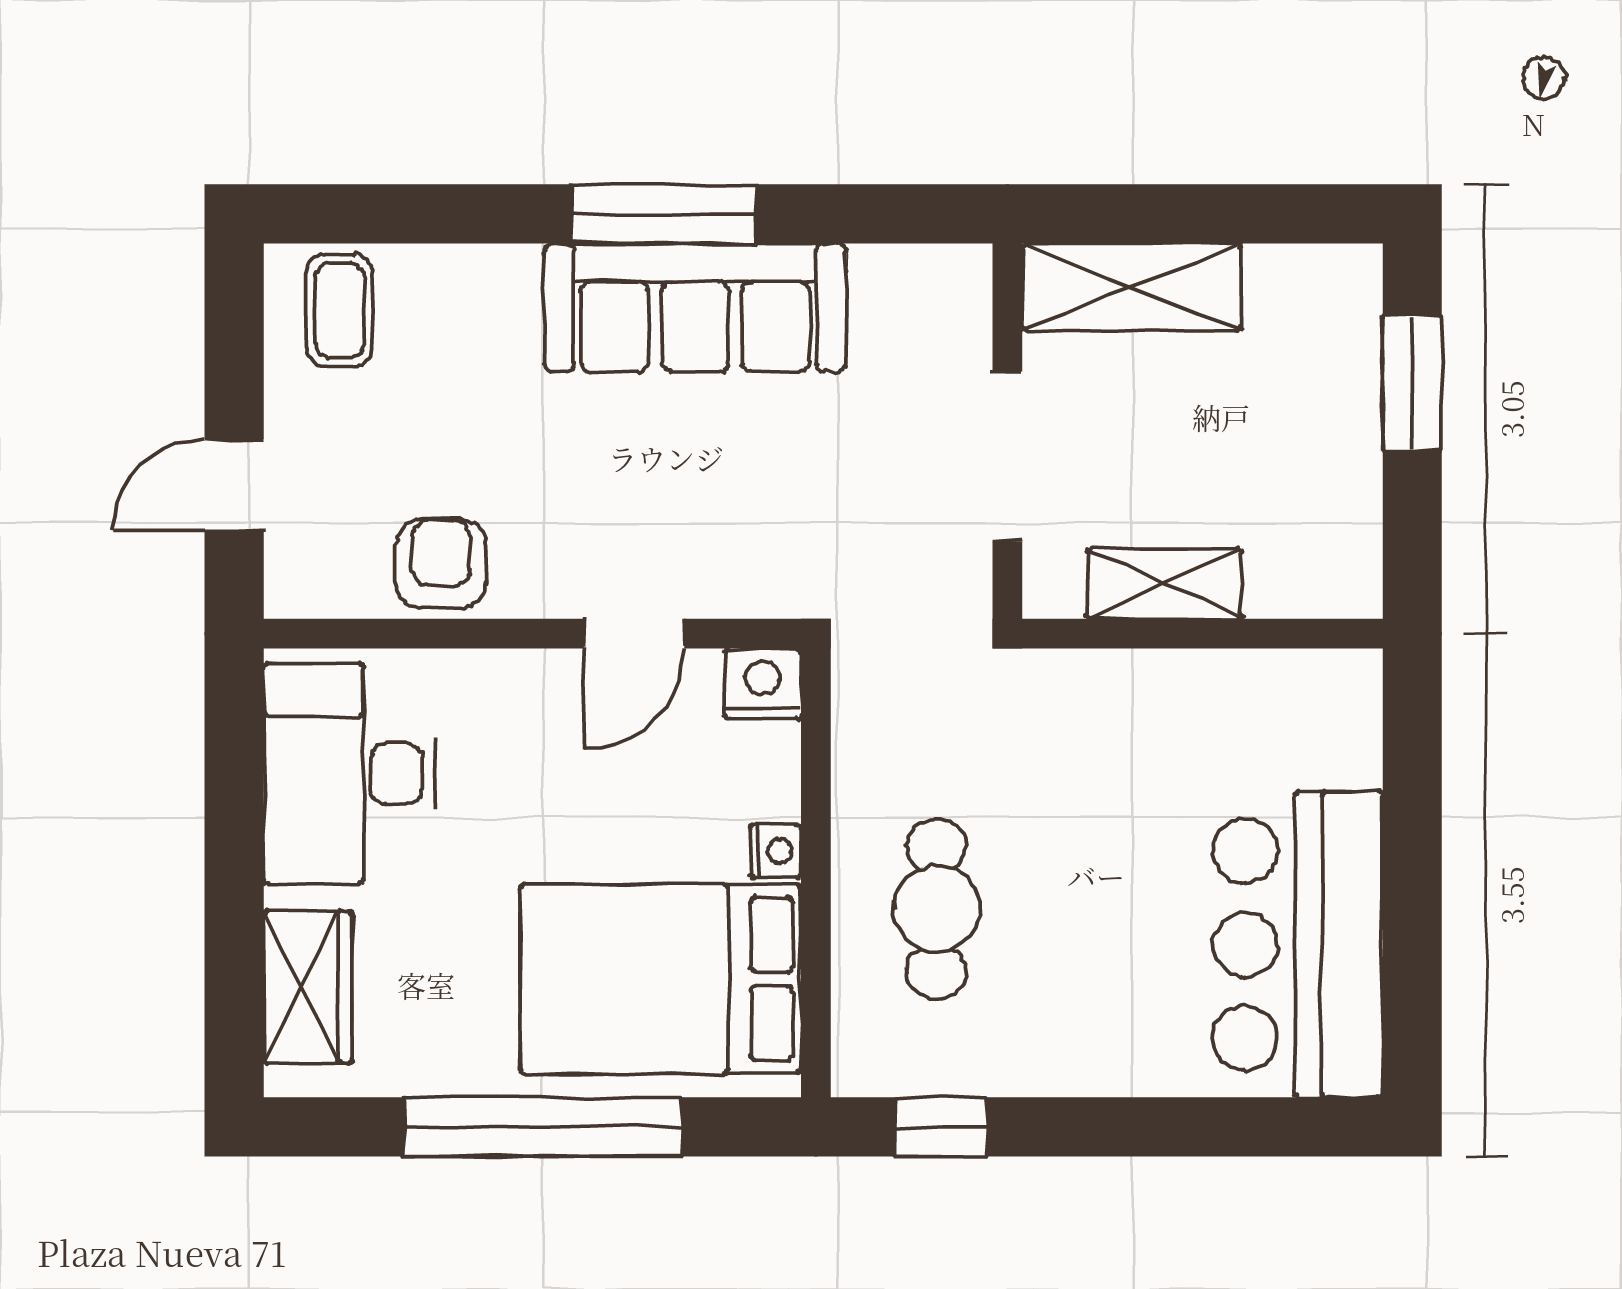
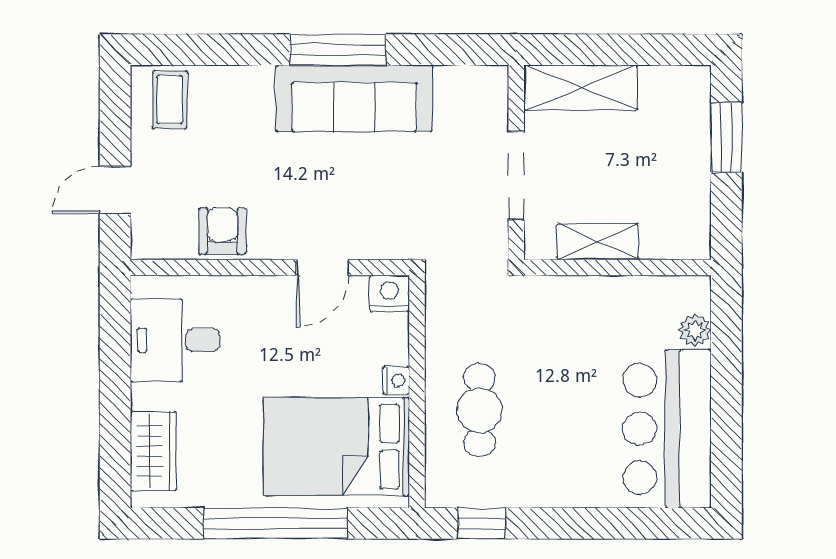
plant: (1352, 754) -> (695, 330), added
desk: (350, 774) -> (175, 340), width x0.73

